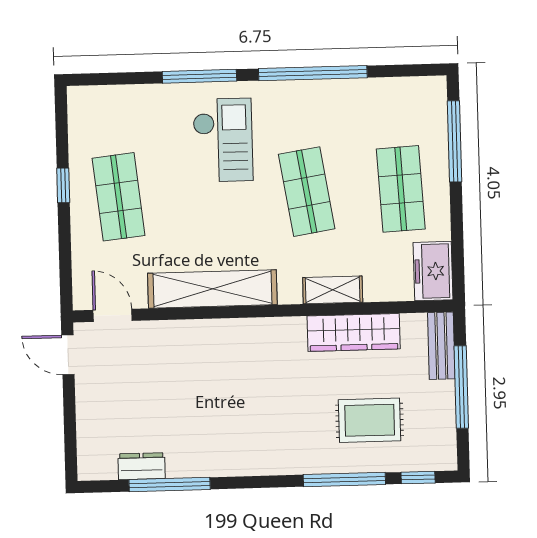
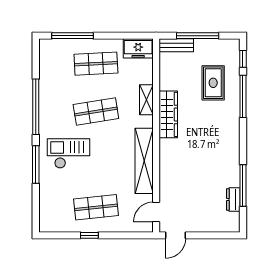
wardrobe: (354, 332) -> (168, 114), moved

